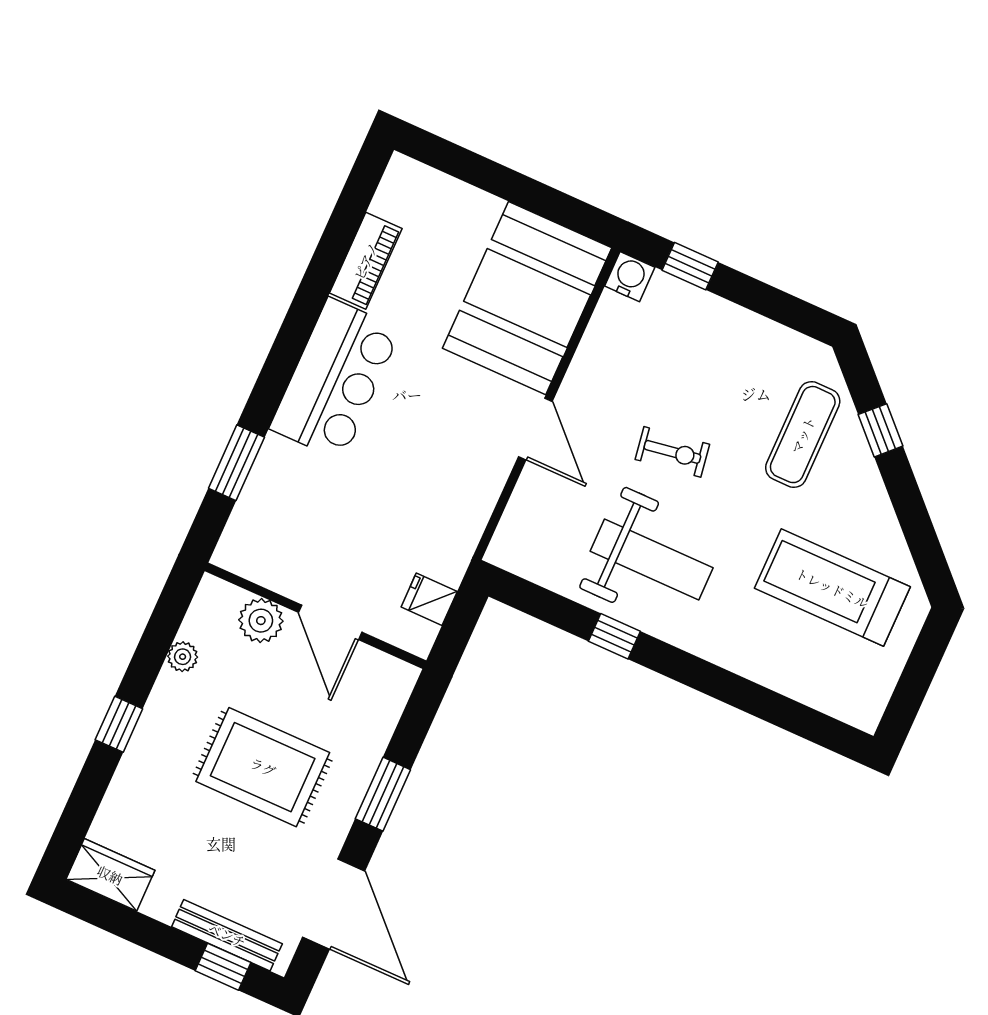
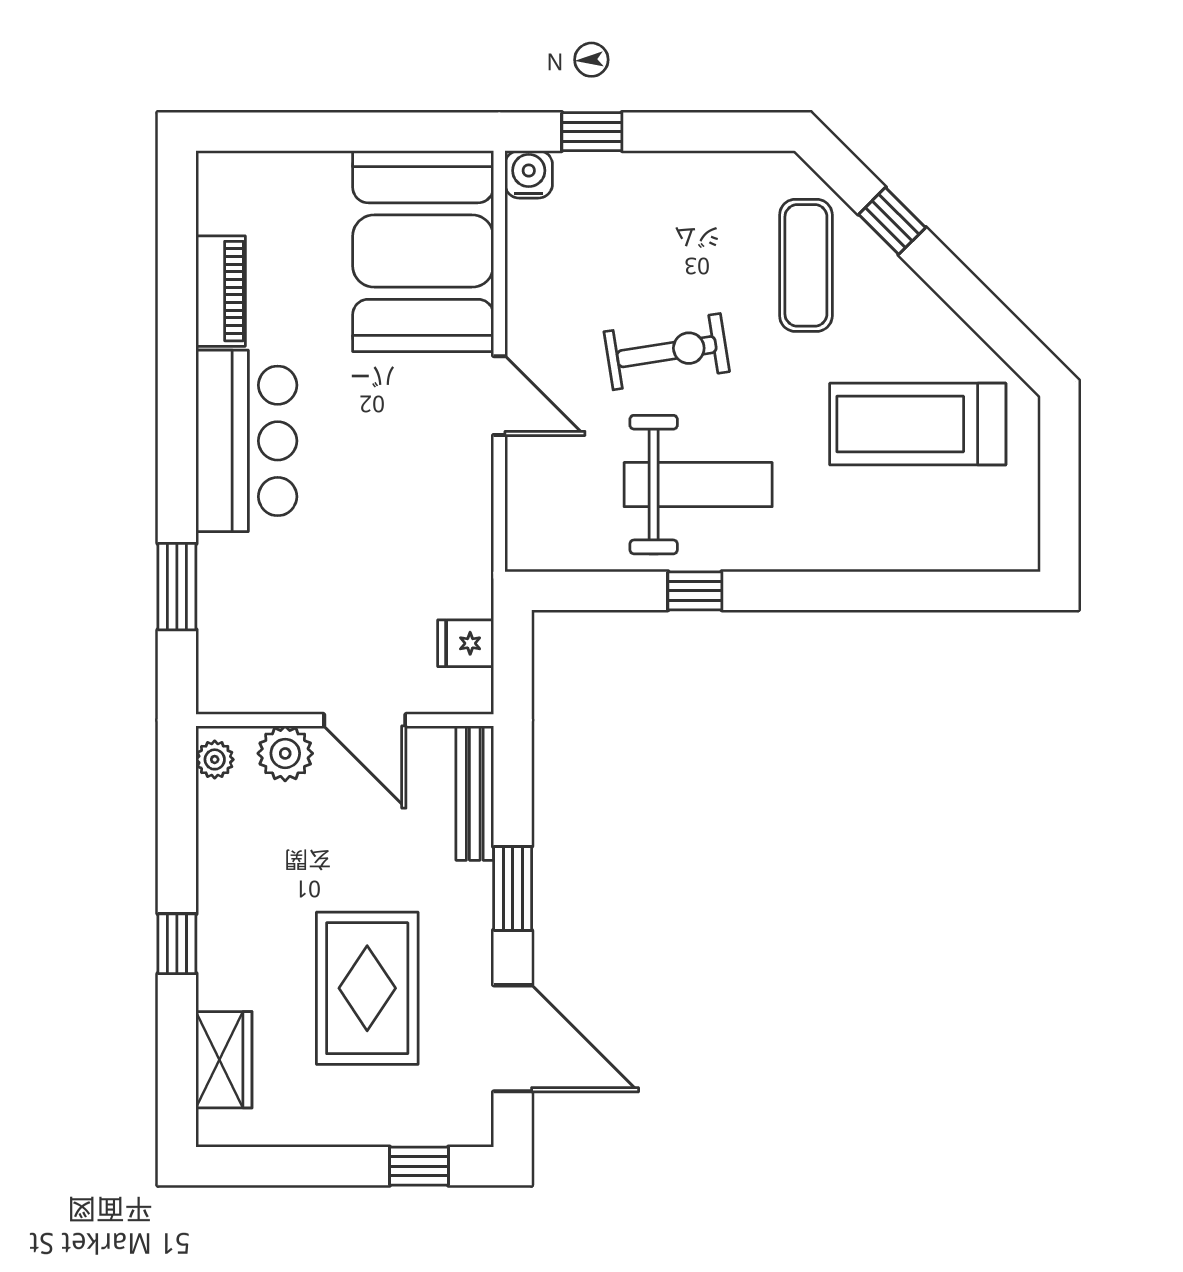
exercise bike: (672, 452) -> (667, 352), width x1.38, depth x1.39
plant: (183, 657) -> (215, 759), moved
rug: (263, 767) -> (367, 988), moved, turned 90
wardrobe: (110, 875) -> (224, 1060), moved, turned 90
bench: (227, 935) -> (475, 793), moved, turned 90

